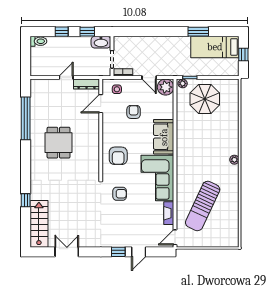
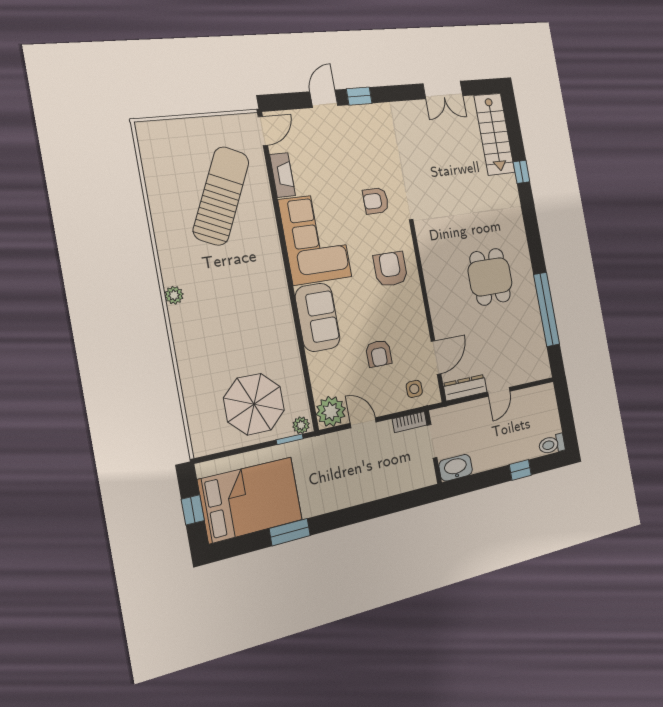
window: (87, 32) -> (481, 481), removed
bed: (215, 47) -> (250, 500), width x1.50

